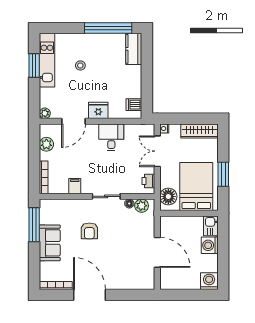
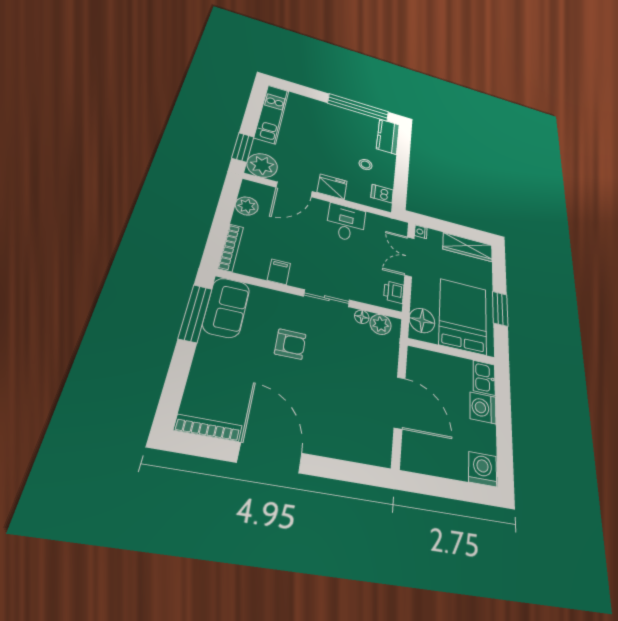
stool: (80, 65) -> (366, 165), moved
window: (34, 66) -> (243, 147), moved
plant: (45, 113) -> (262, 165), width x1.87, depth x1.87
armchair: (89, 231) -> (290, 344), turned -90
sofa: (50, 243) -> (226, 307), moved

